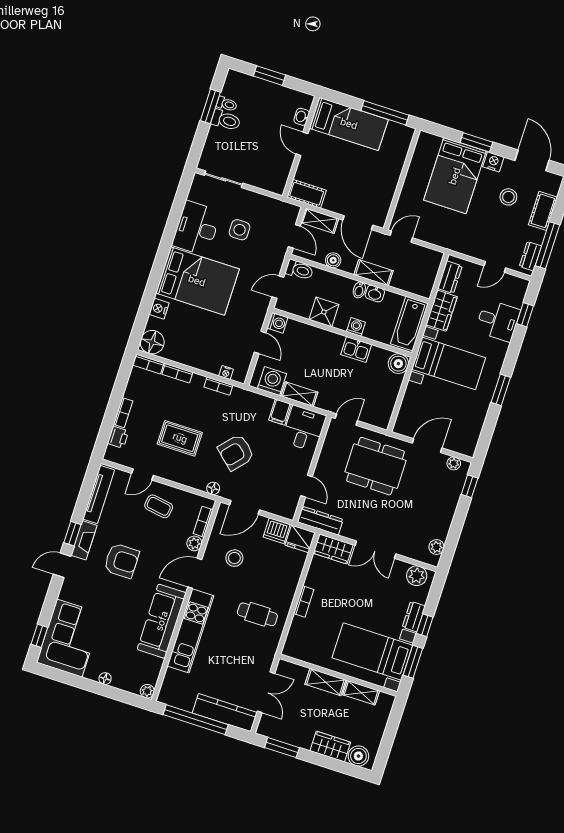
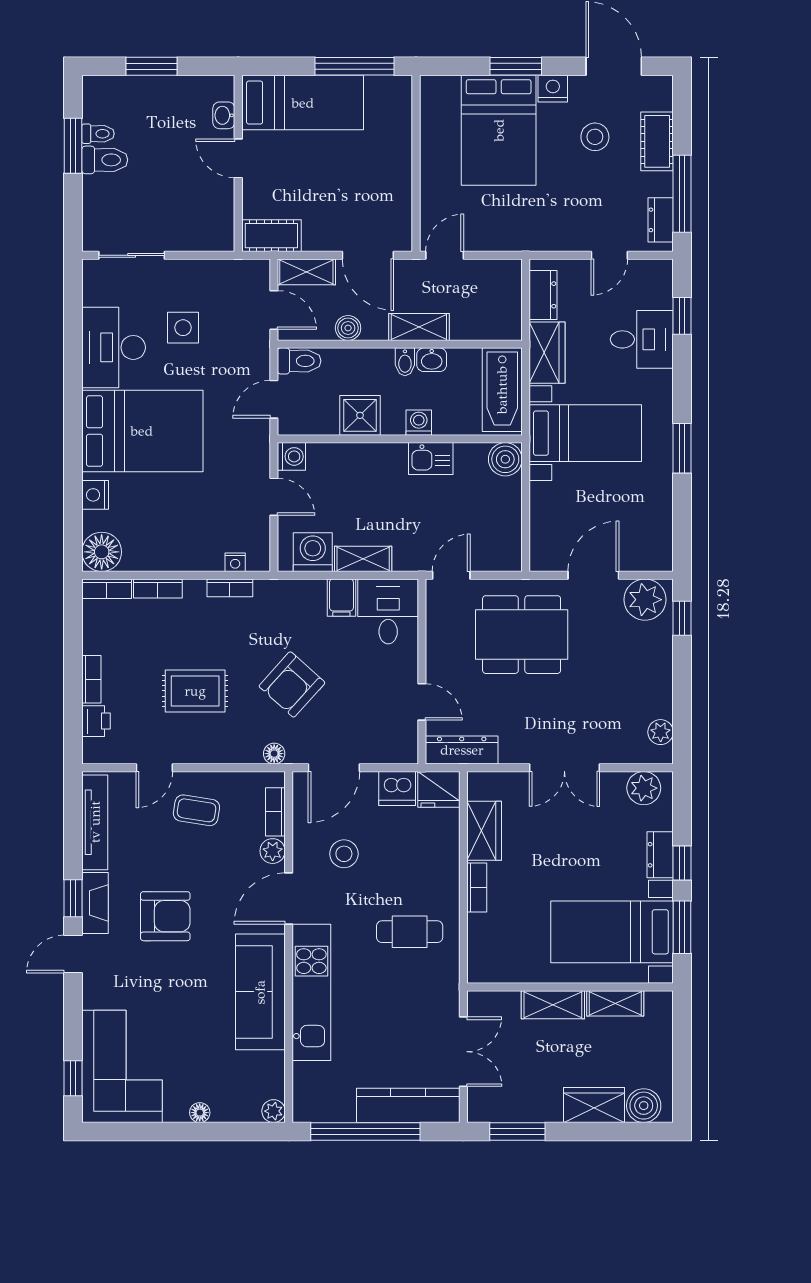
plant: (454, 463) -> (645, 600), width x1.87, depth x1.87
wardrobe: (333, 549) -> (484, 831), moved, turned -90

